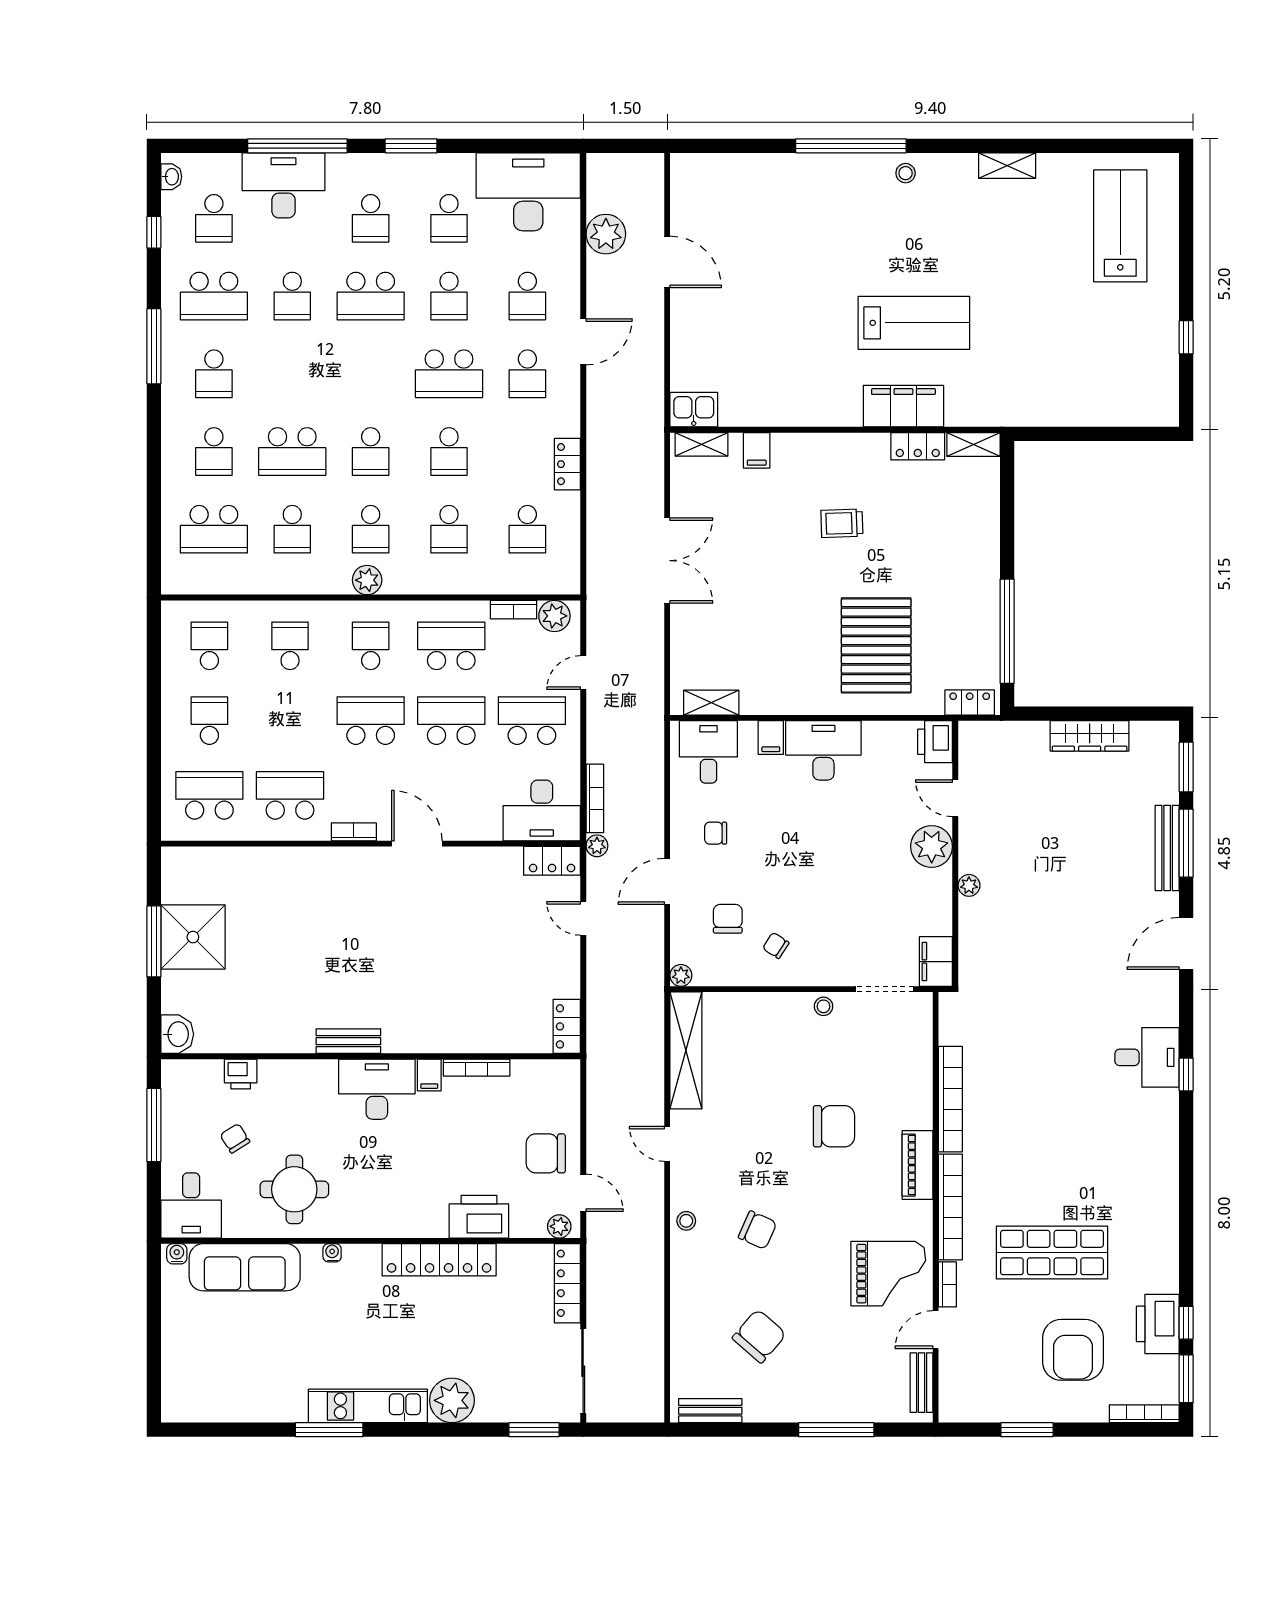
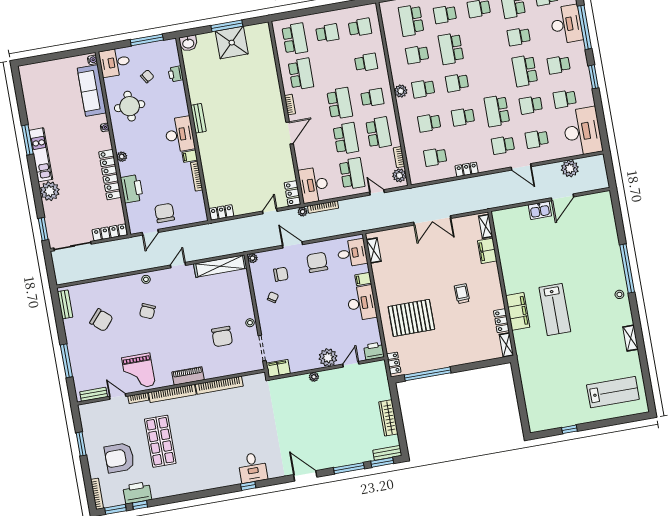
kitchen sink: (694, 410) -> (540, 210), moved, turned 90
filing cabinet: (757, 450) -> (487, 251), width x2.00
chair: (716, 833) -> (317, 262), width x1.87, depth x1.87
bench: (1167, 848) -> (387, 453), moved, width x0.73
chair: (834, 1126) -> (222, 337), moved
plant: (559, 1226) -> (122, 157), moved

